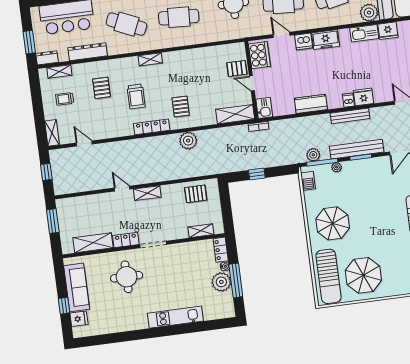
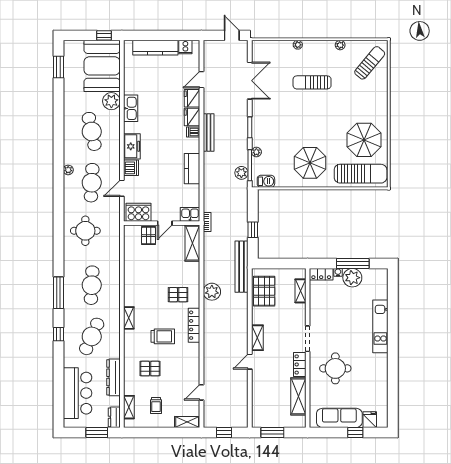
fridge: (388, 31) -> (192, 98), moved, turned 180
bench: (357, 149) -> (242, 267), moved
pallet: (196, 194) -> (264, 291), width x1.50, depth x1.42

